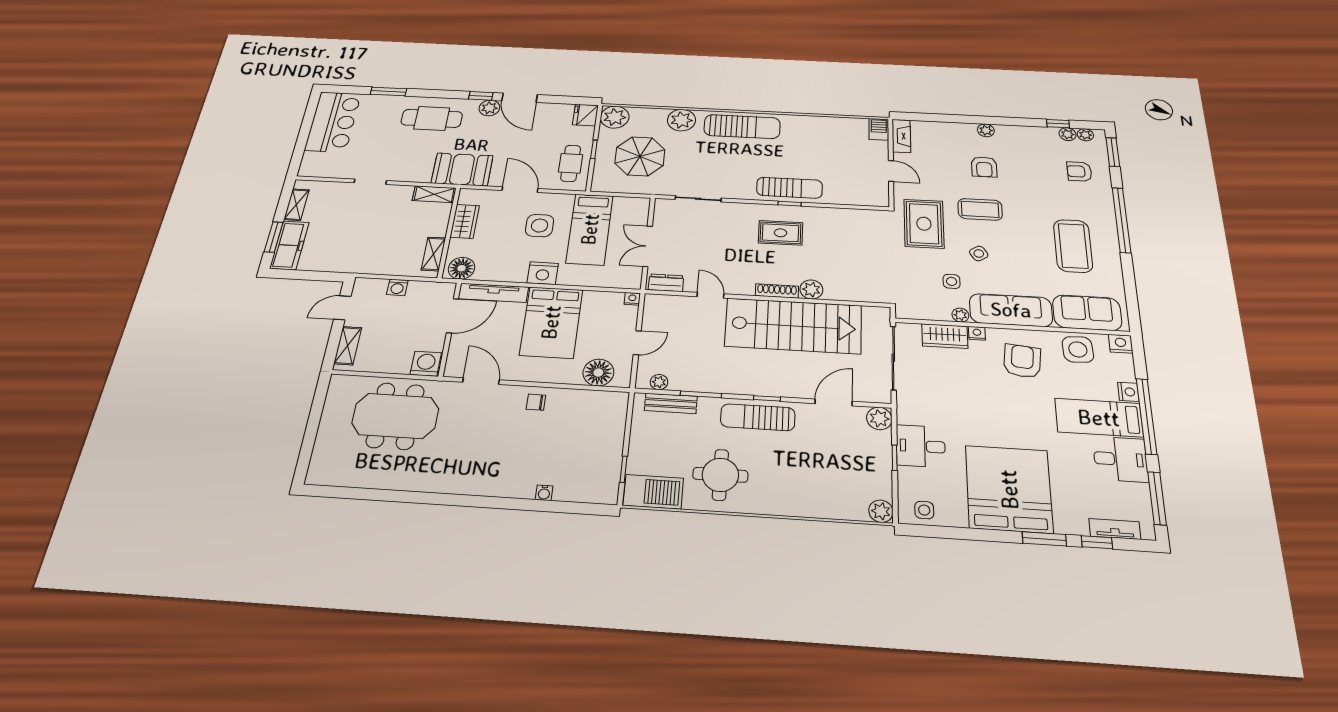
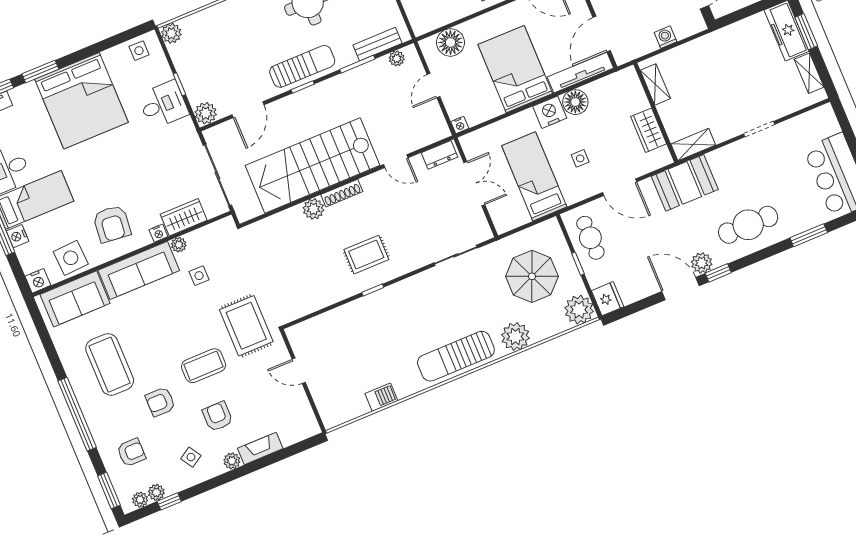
barbecue: (879, 129) -> (381, 397), moved, turned -90
fireplace: (901, 136) -> (260, 448), moved, turned 90
sun lounger: (789, 188) -> (381, 307), removed
armchair: (1035, 198) -> (160, 402), added
side table: (540, 226) -> (580, 158), width x0.54, depth x0.54
side table: (979, 254) -> (191, 457), moved
floor lamp: (462, 268) -> (575, 102), moved

